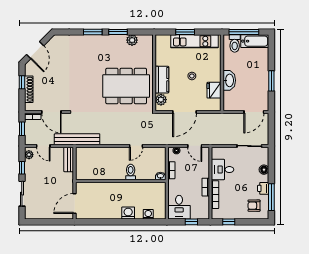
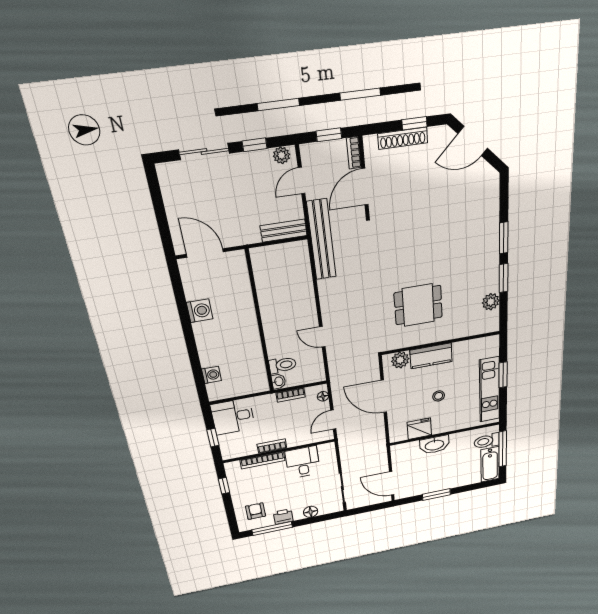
dining table: (126, 86) -> (418, 305), width x0.53, depth x0.80
toilet: (131, 172) -> (283, 365), moved
washing machine: (128, 213) -> (200, 311), moved

